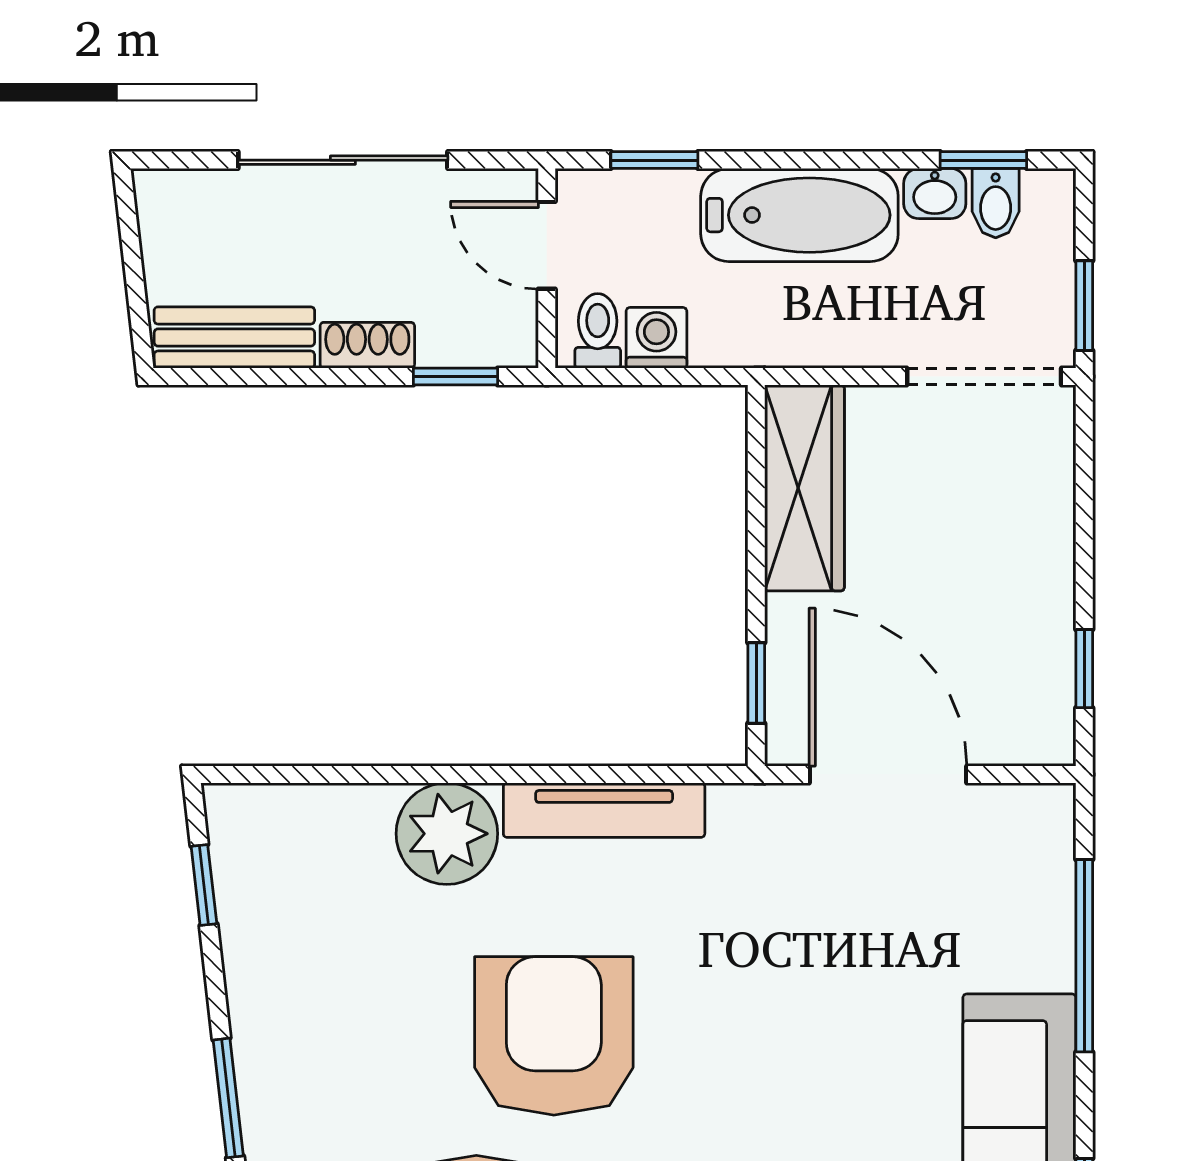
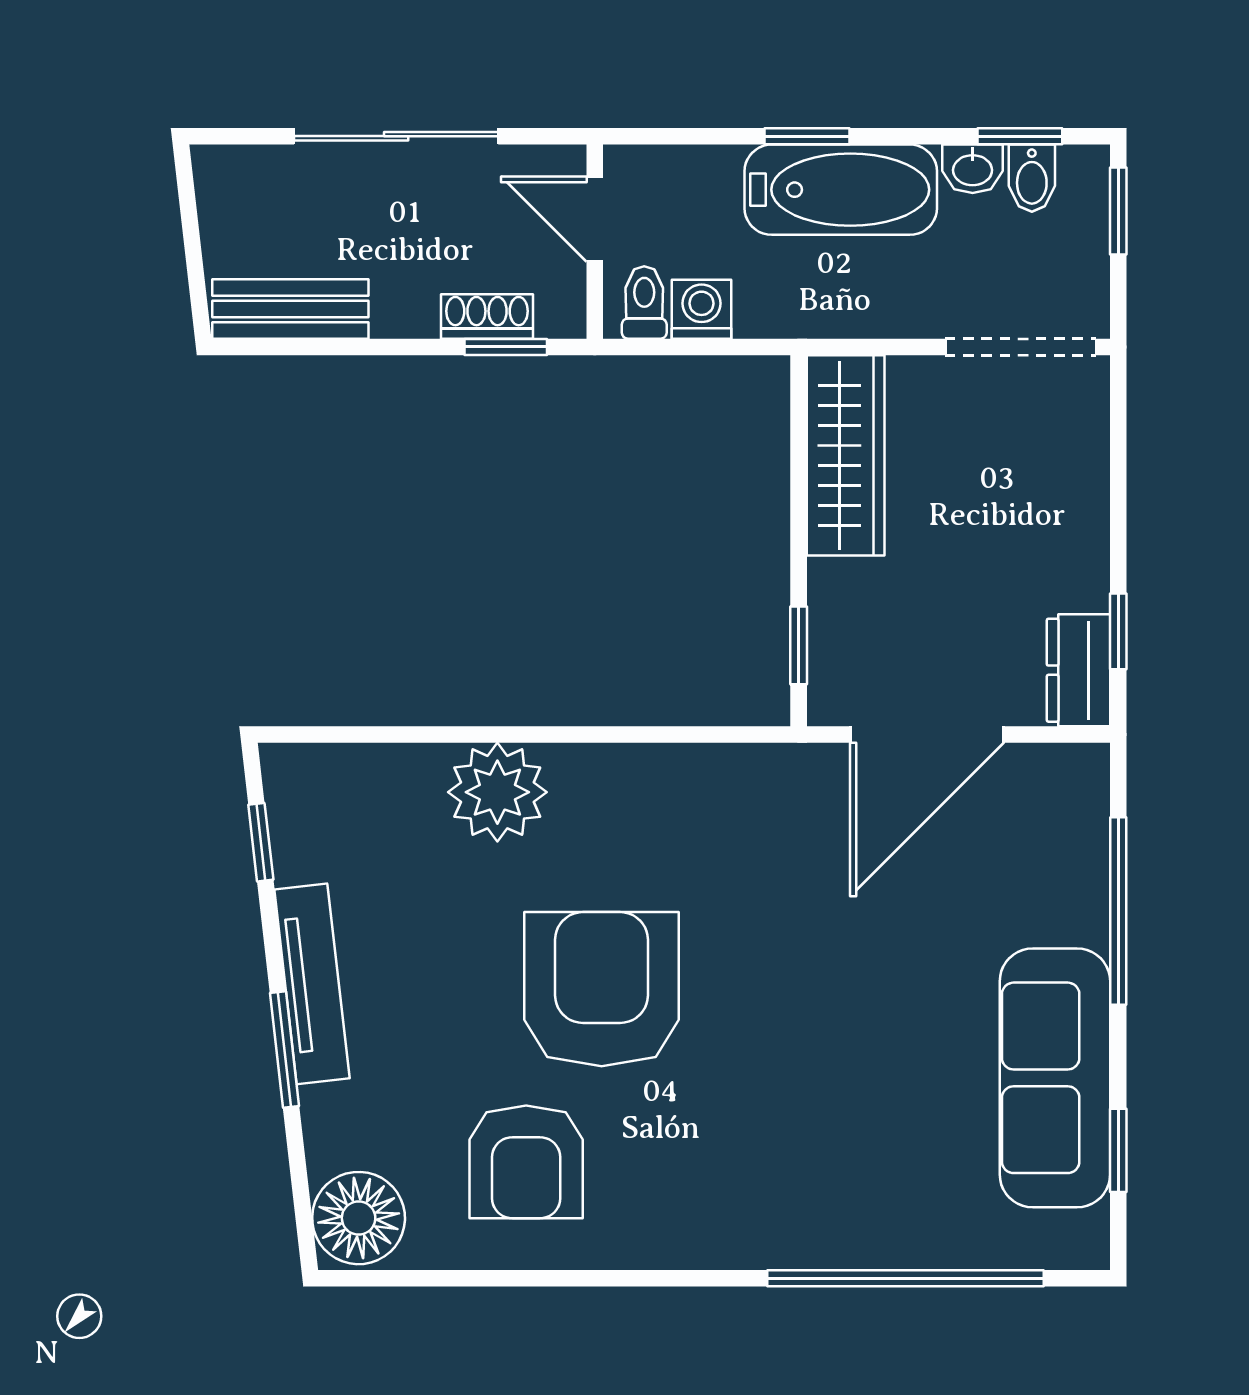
window: (654, 160) -> (807, 136), moved
window: (1084, 306) -> (1118, 211), moved
shoe rack: (367, 345) -> (487, 316), moved
dresser: (1044, 708) -> (1078, 670), added
door: (888, 774) -> (927, 734), swing flipped
tv unit: (604, 810) -> (312, 984), moved, turned -97

